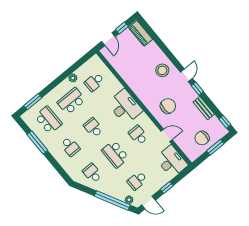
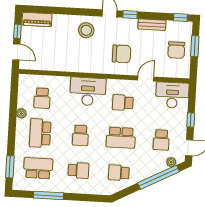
chair: (168, 106) -> (122, 54), turned 90
school desk: (93, 128) -> (80, 135), turned -90

